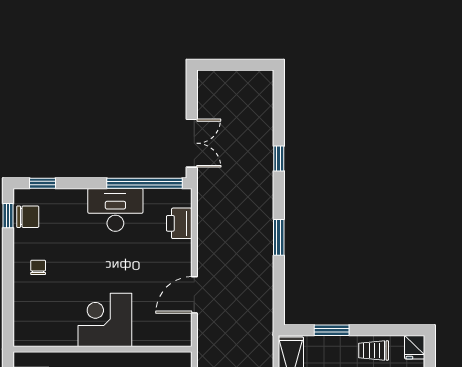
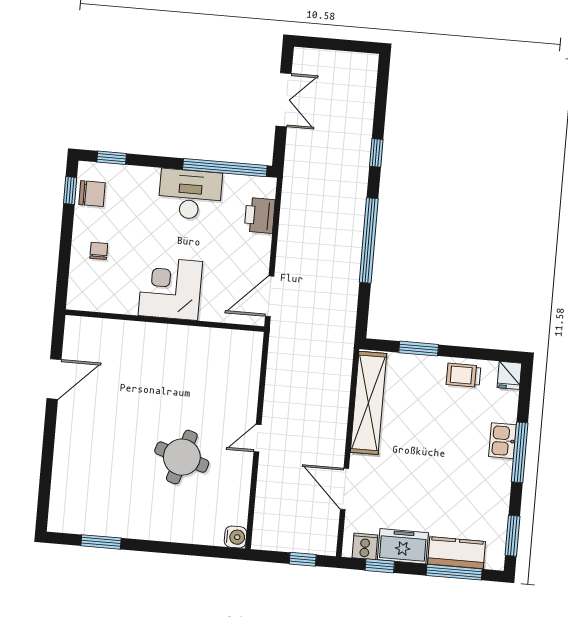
double door: (192, 143) -> (284, 100), moved
window: (279, 237) -> (369, 240), width x2.11
corner desk: (105, 320) -> (170, 288), moved
wall: (102, 349) -> (165, 321), moved

